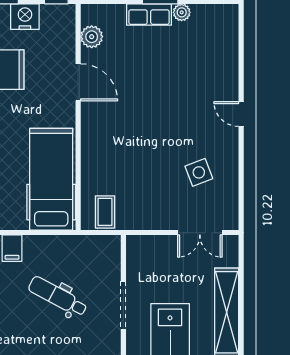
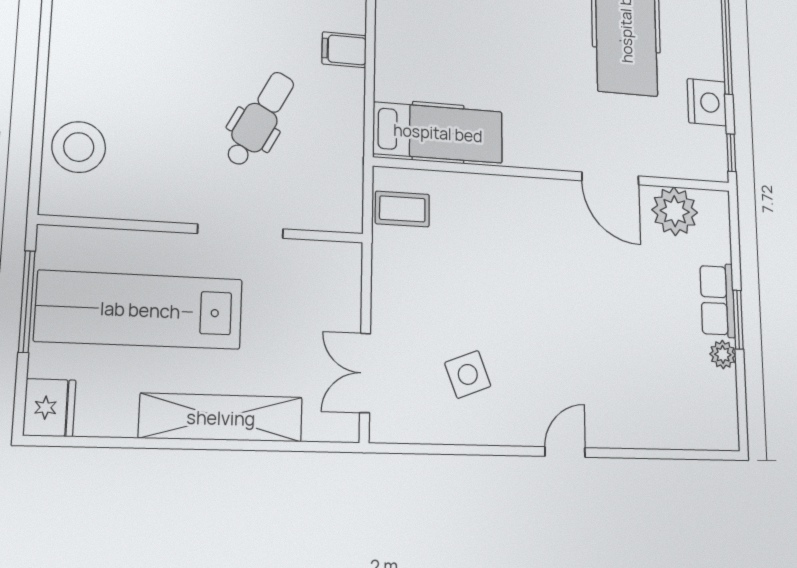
plant: (92, 37) -> (675, 211), width x1.36, depth x1.36
door: (78, 82) -> (610, 178), hinge flipped
hospital bed: (51, 179) -> (438, 133), width x0.73, depth x0.78

